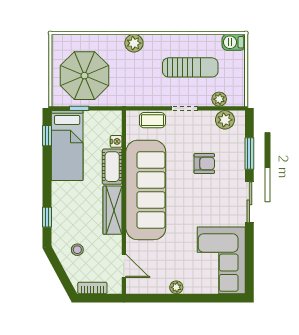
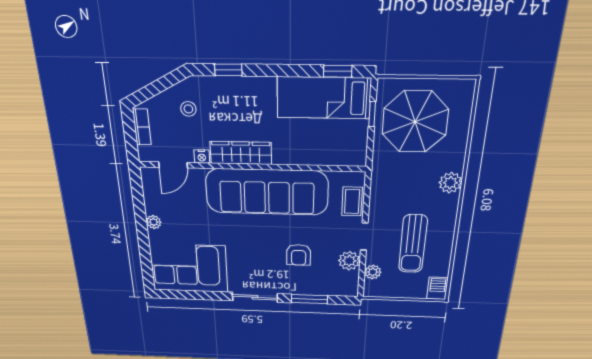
plant: (225, 120) -> (349, 261), moved
nightstand: (116, 141) -> (202, 156), moved
cot: (112, 167) -> (295, 154), removed

